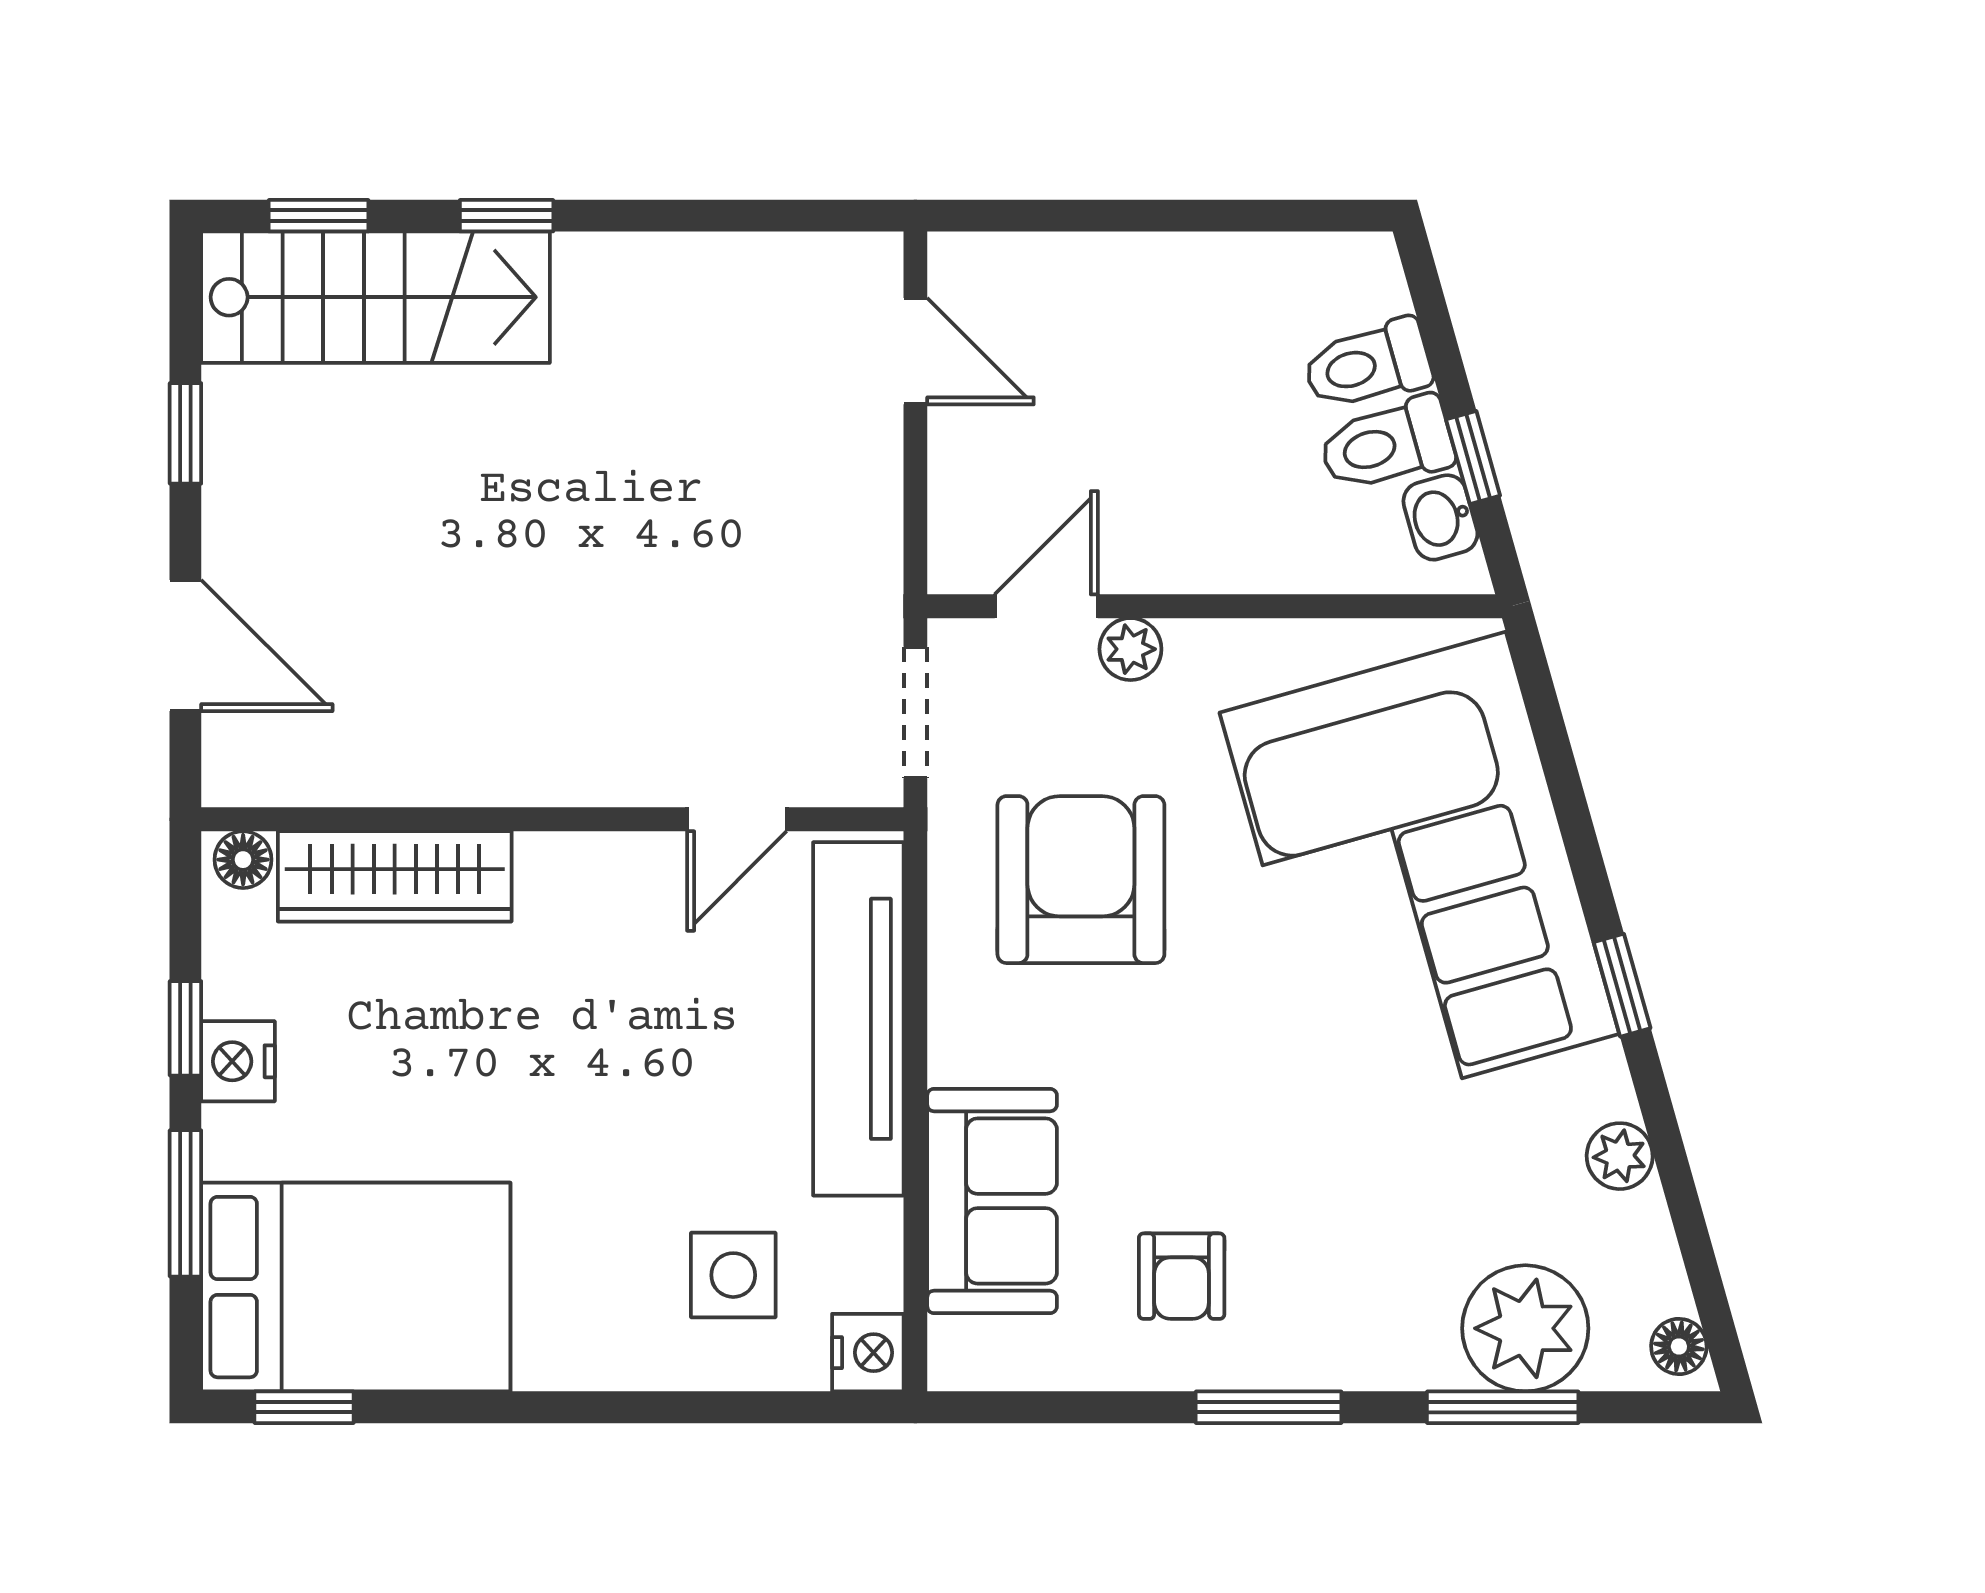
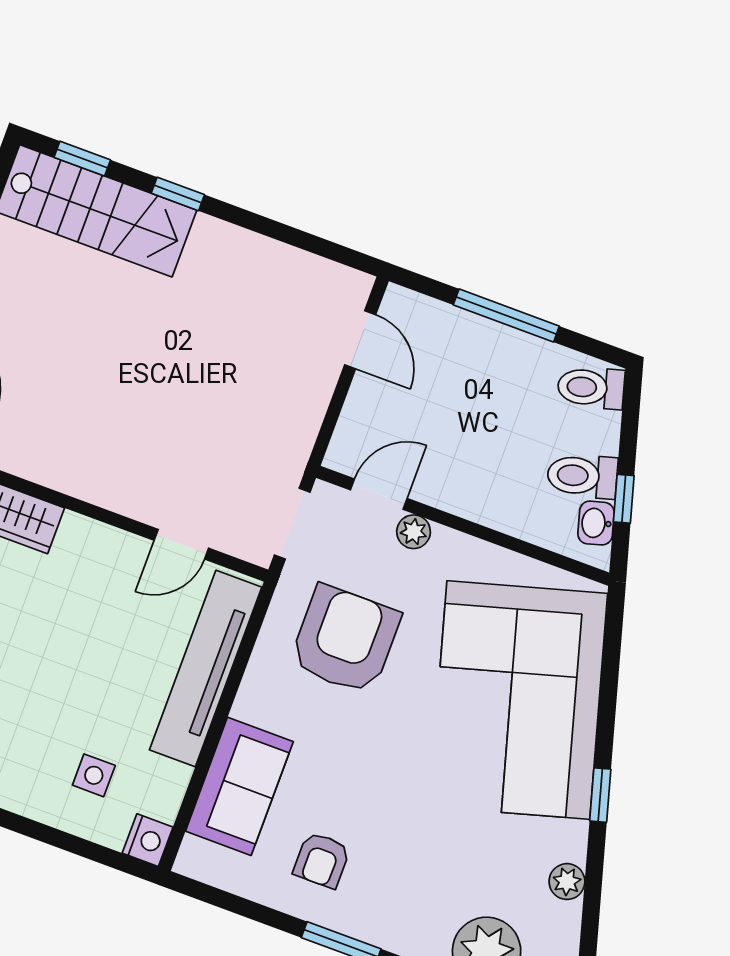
window: (1153, 216) -> (506, 315), added
toilet: (1367, 365) -> (591, 388), moved
side table: (733, 1275) -> (94, 775), width x0.73, depth x0.73

